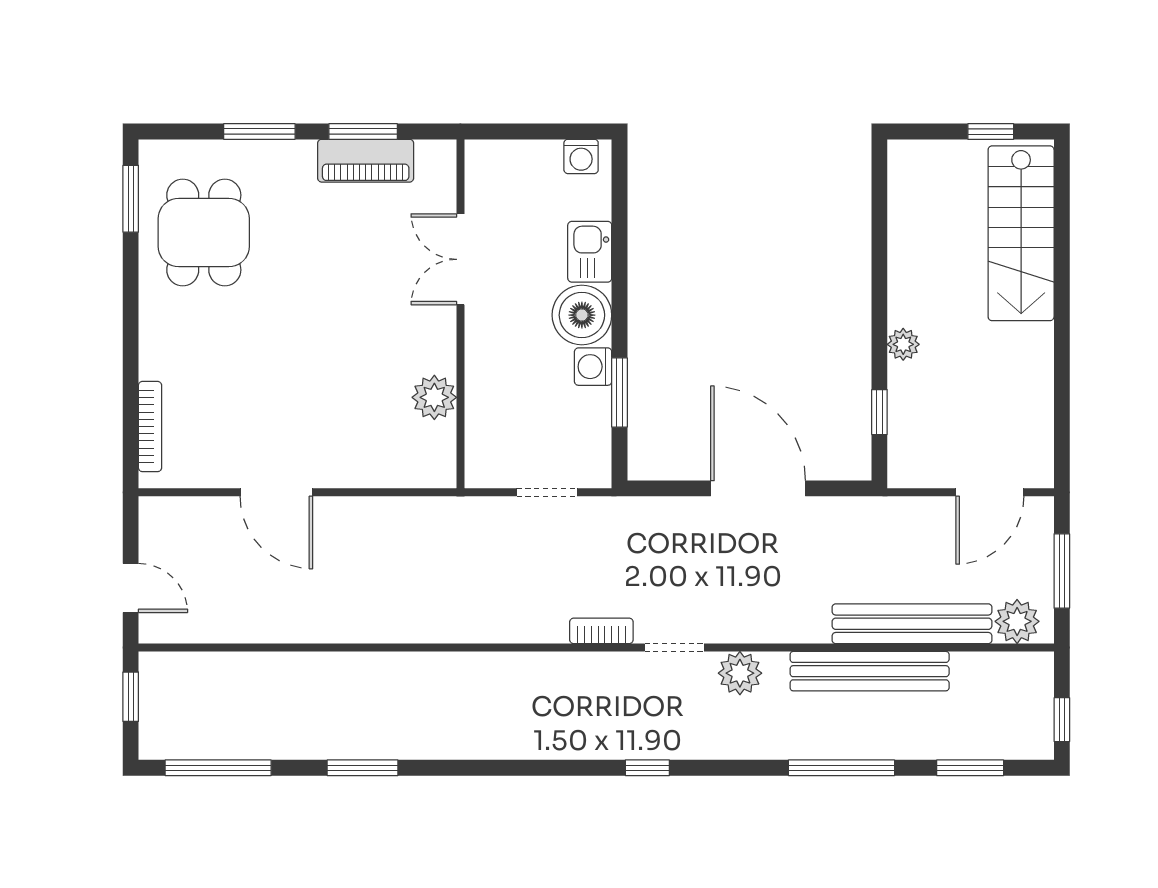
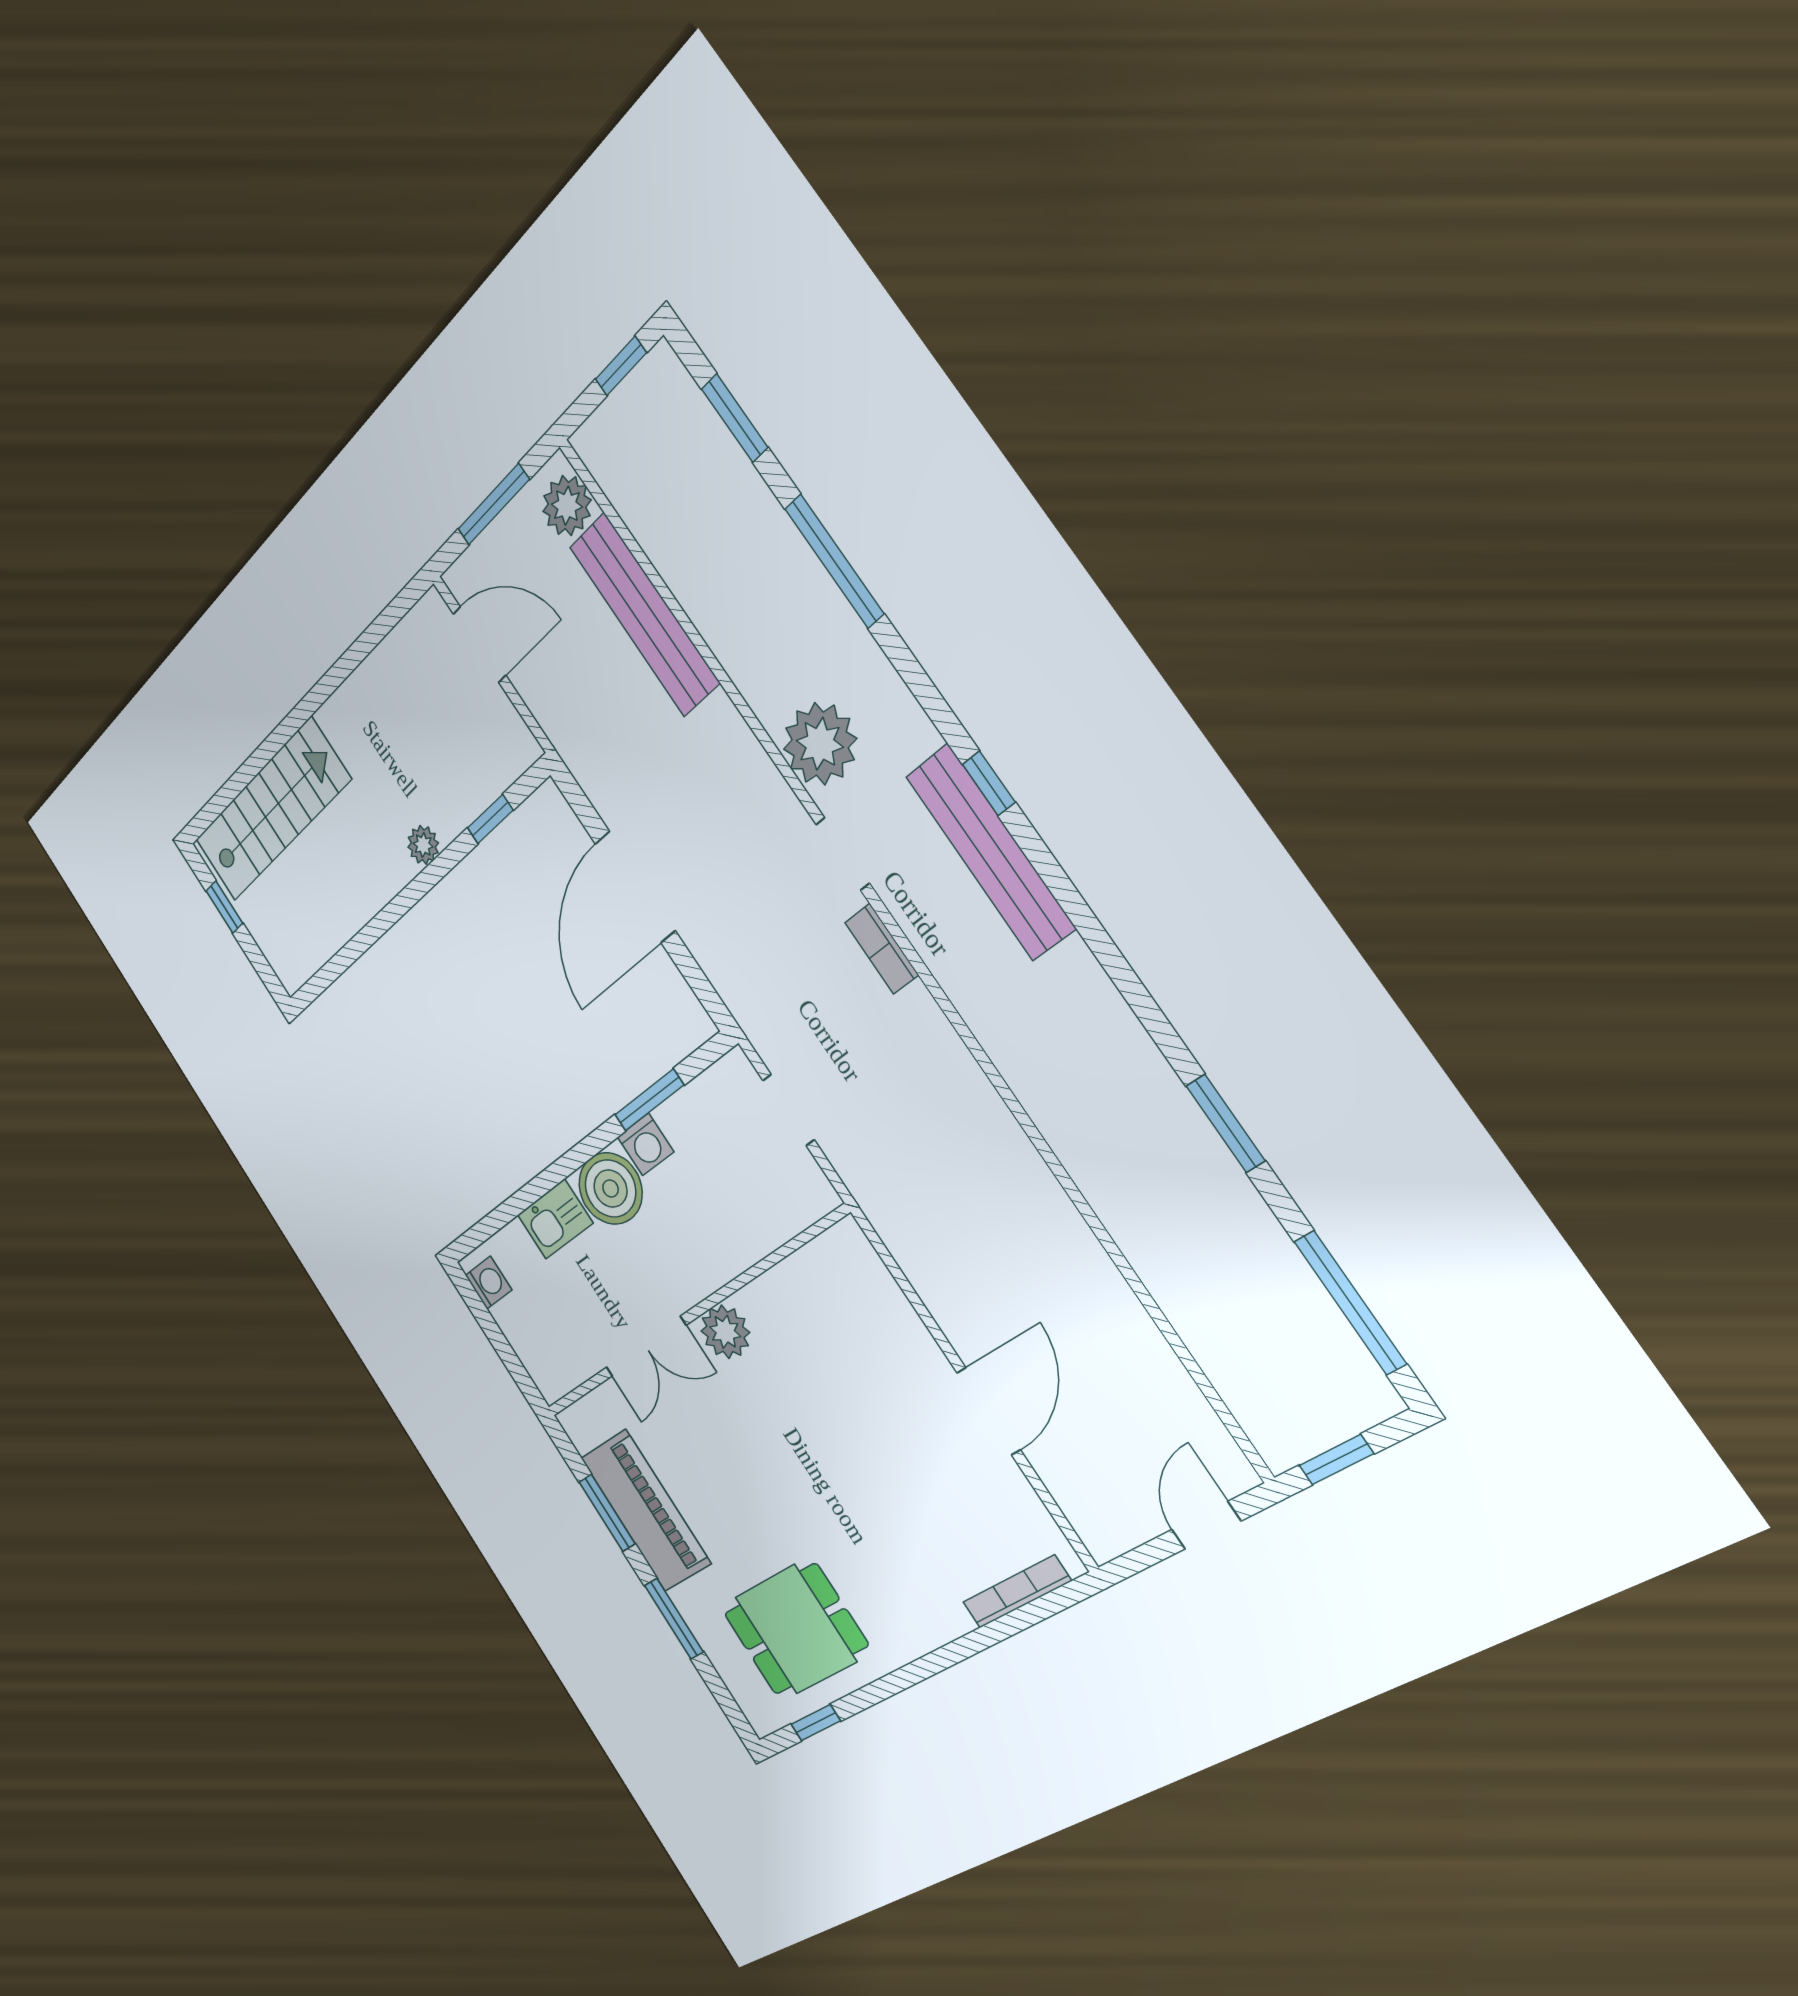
piano: (366, 161) -> (645, 1510), width x1.37, depth x1.33
window: (131, 199) -> (816, 1723), width x0.67
plant: (434, 397) -> (725, 1332), moved
bench: (870, 671) -> (990, 852), moved
plant: (740, 673) -> (820, 744), width x1.36, depth x1.36

